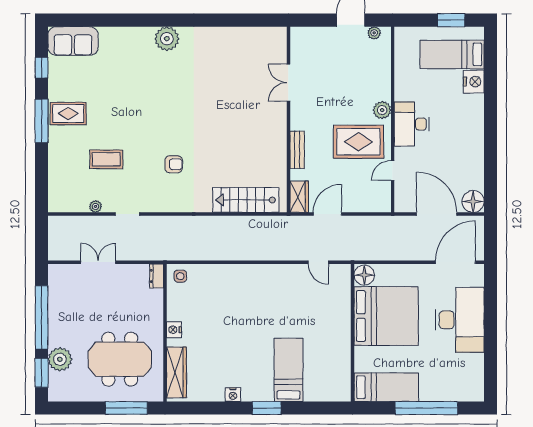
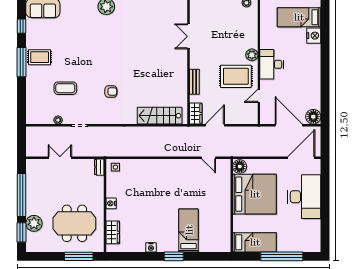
wardrobe: (176, 372) -> (113, 232), width x0.67

